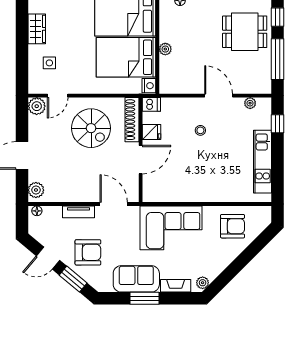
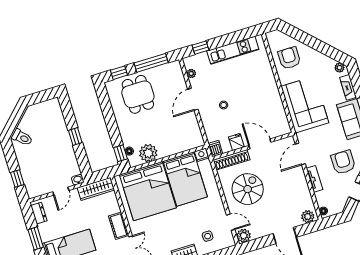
plant: (165, 49) -> (148, 153), moved, width x1.88, depth x1.88

